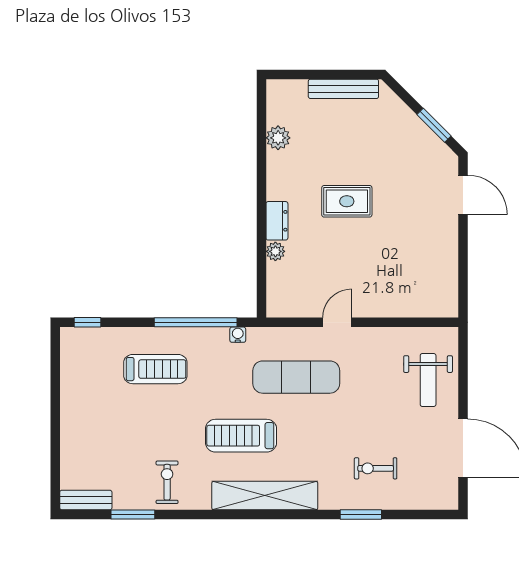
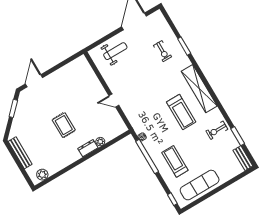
plant: (278, 138) -> (42, 175), moved
exercise mat: (296, 377) -> (200, 185), moved, turned 90

